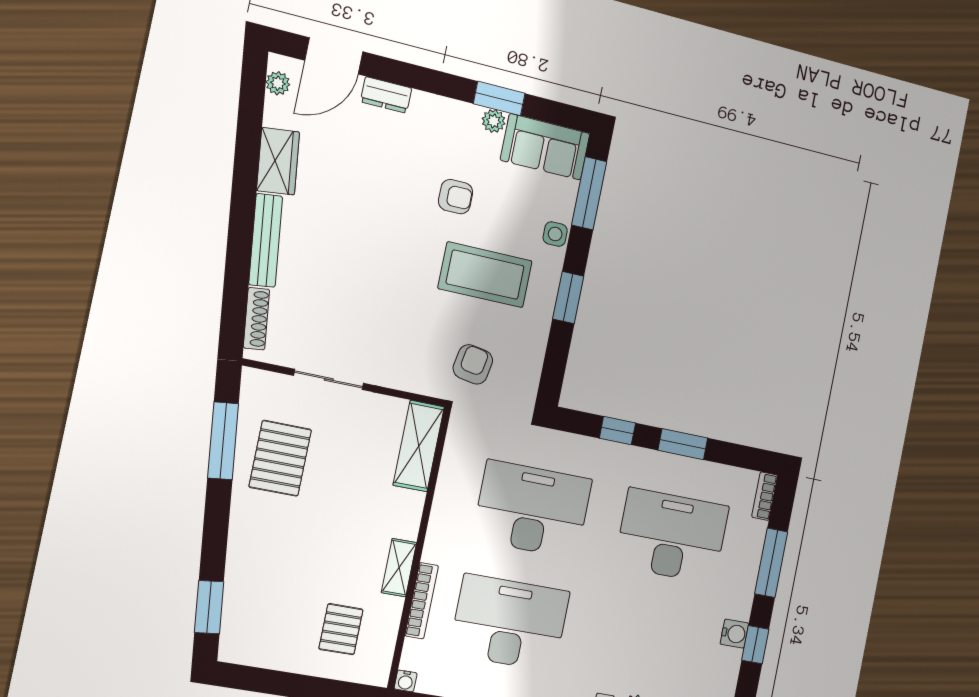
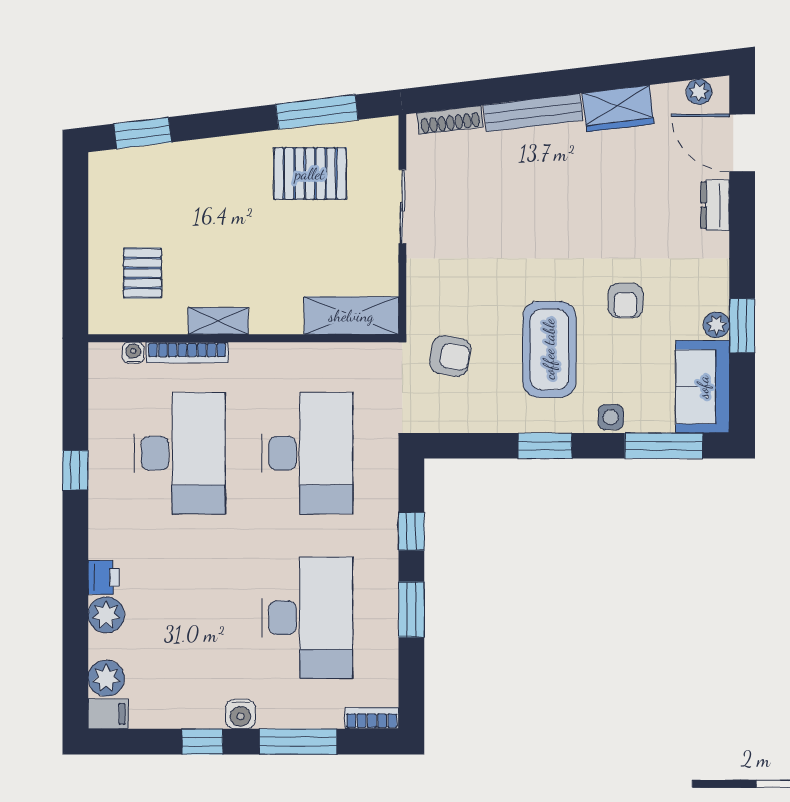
pallet: (341, 629) -> (143, 273), turned 90
water cooler: (734, 634) -> (240, 714), moved
water cooler: (406, 681) -> (133, 353), moved, turned 90

